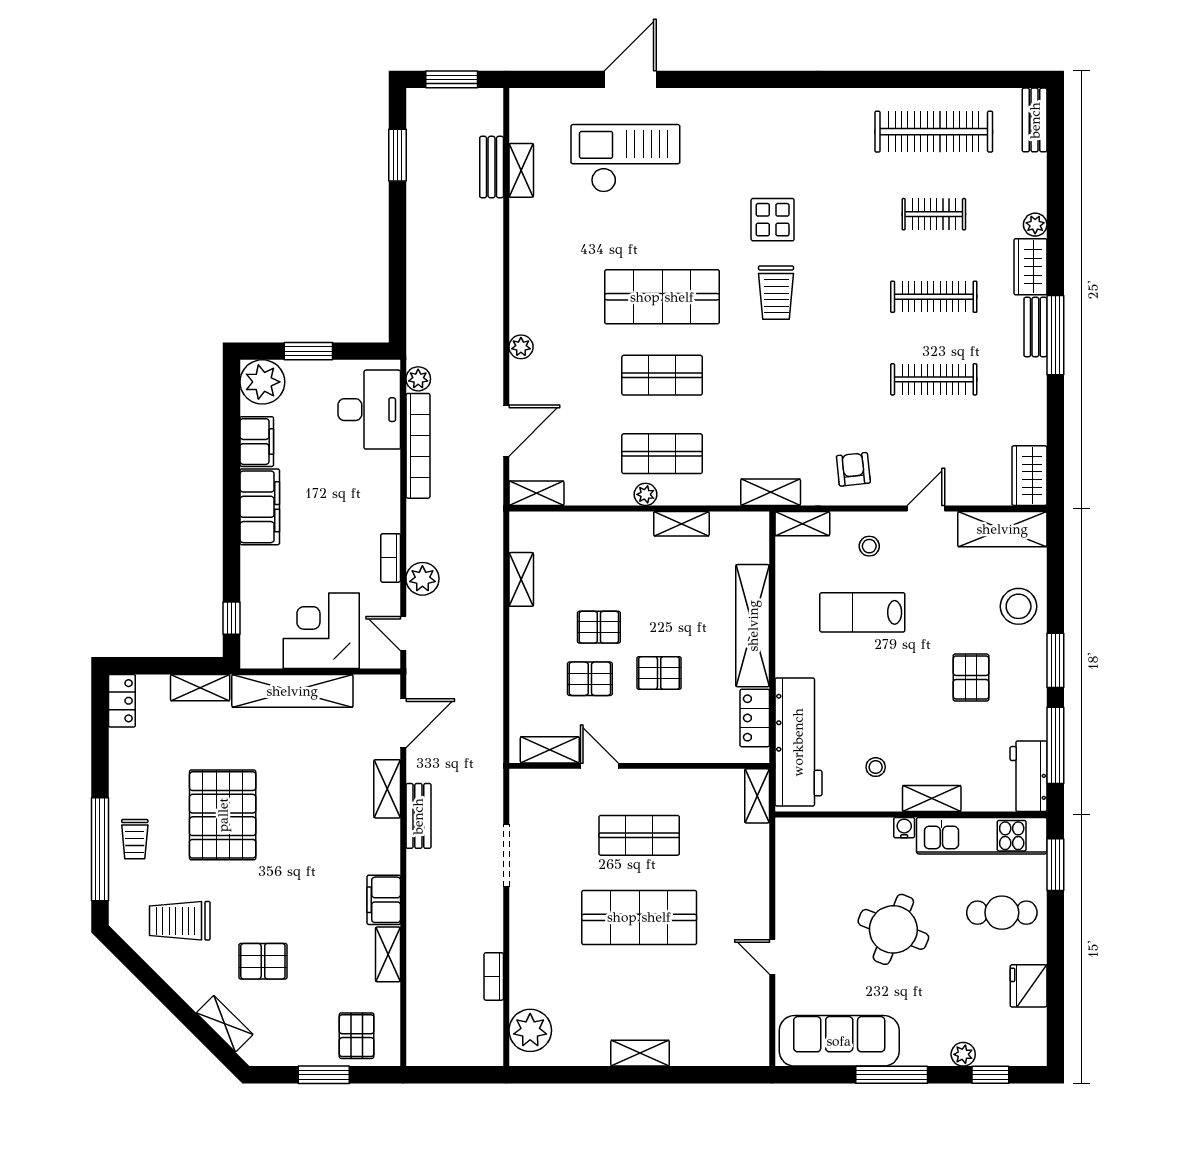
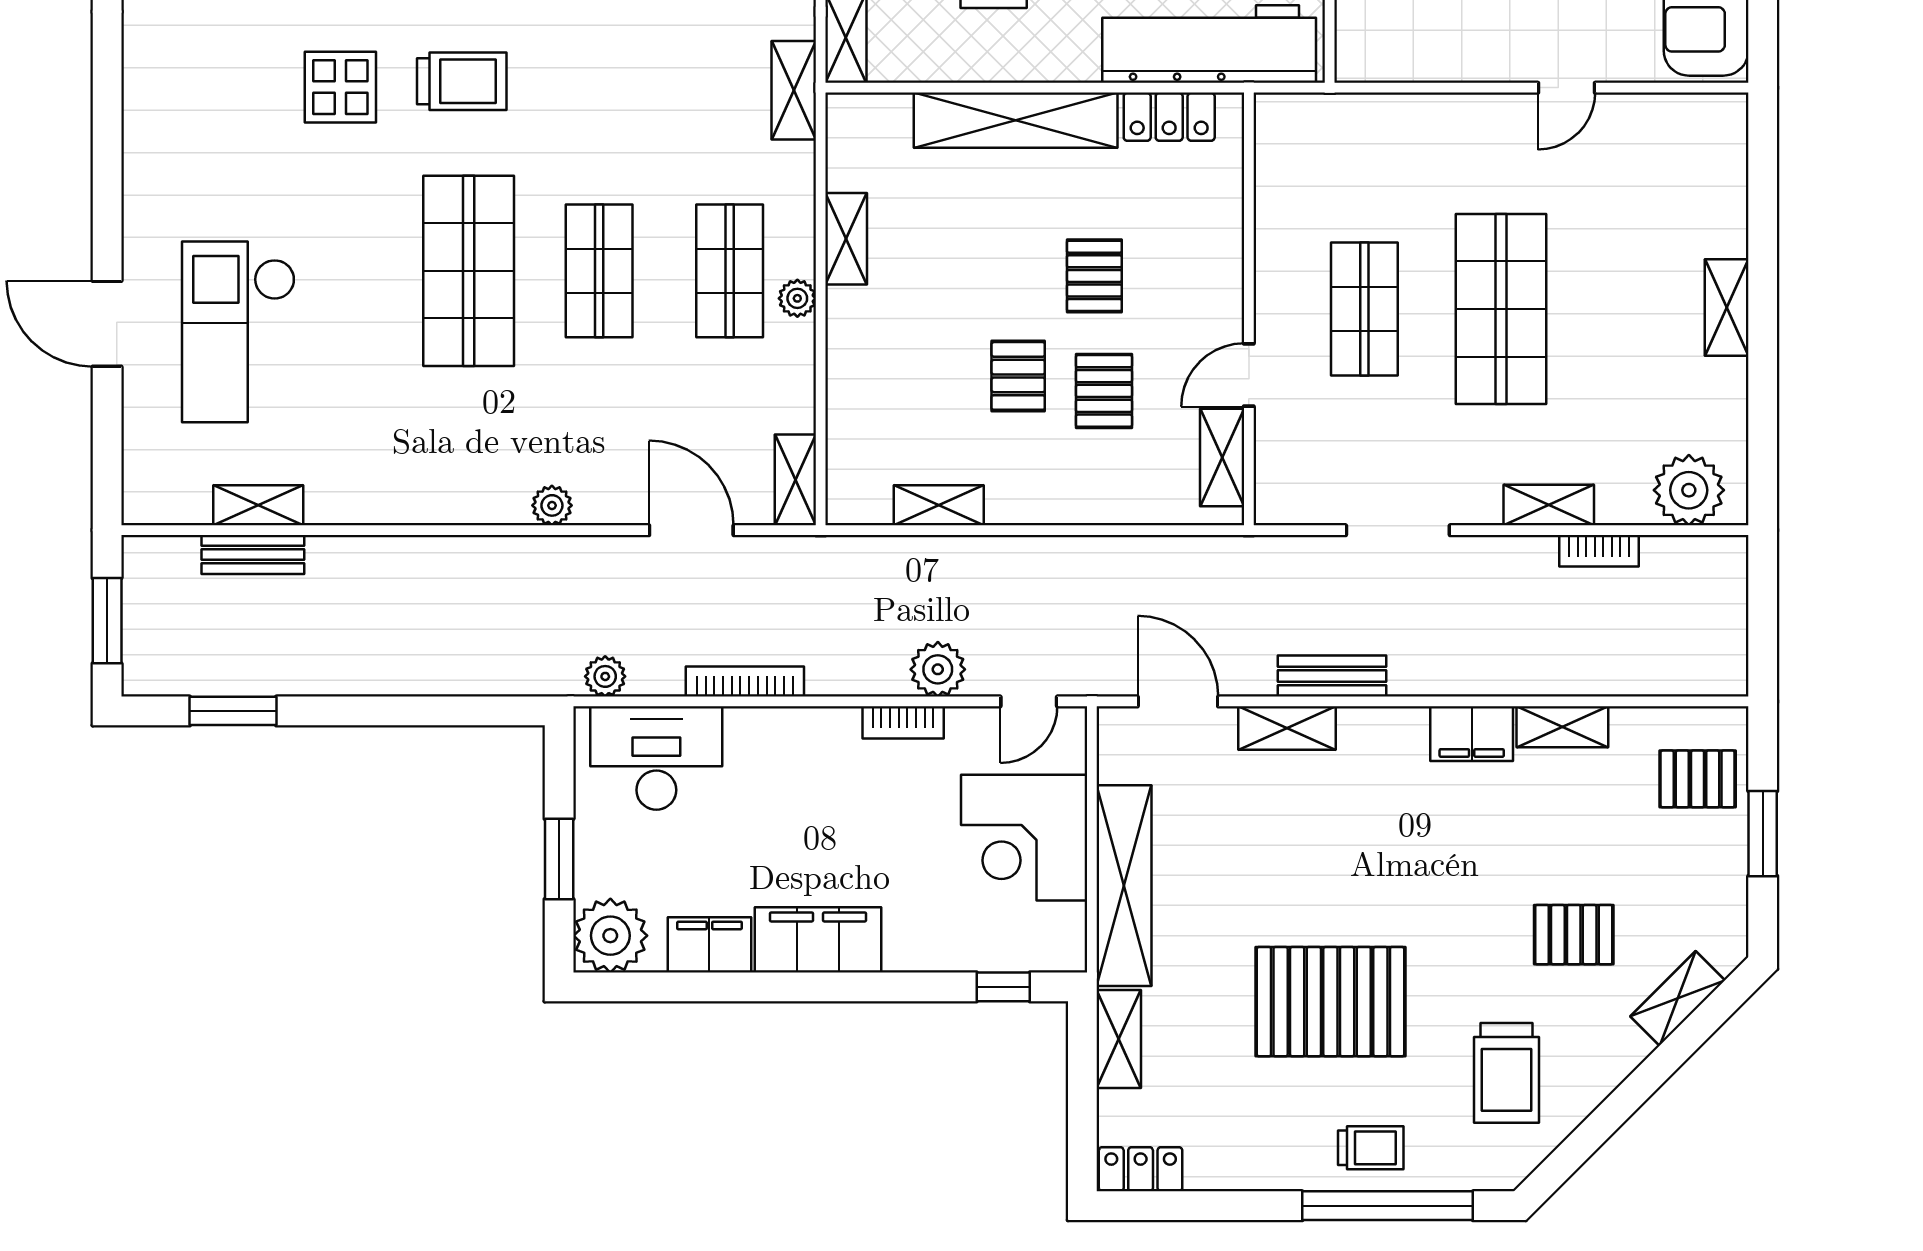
bookcase: (418, 446) -> (745, 682), width x0.68, depth x0.76
shelving: (757, 796) -> (1549, 505), moved
pallet: (263, 961) -> (1574, 935), turned 90

